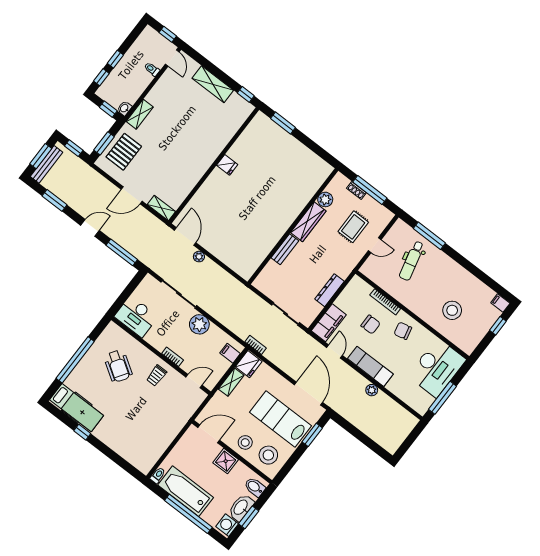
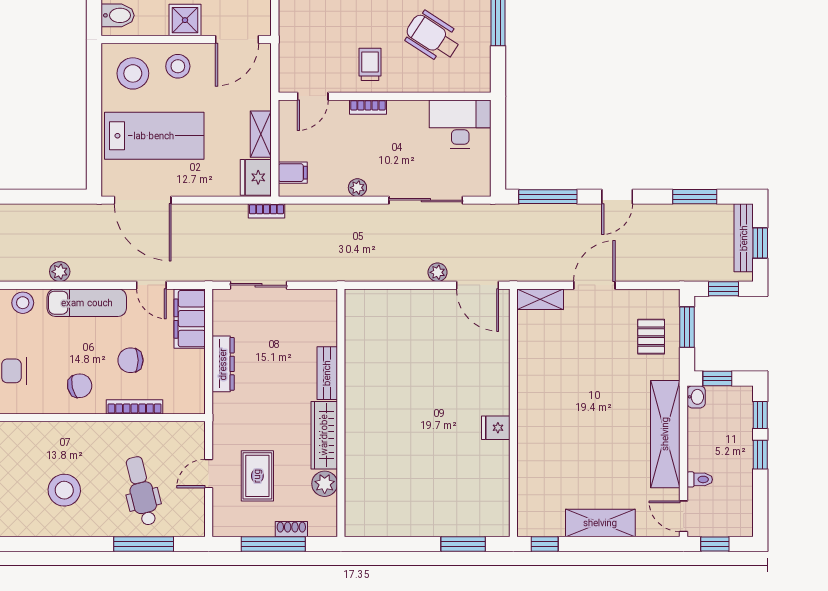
shelving: (140, 114) -> (665, 434), width x2.20, depth x1.33
pallet: (124, 152) -> (651, 337), width x0.67, depth x0.71
window: (41, 156) -> (760, 243), width x0.67
stool: (452, 310) -> (64, 490), moved
plant: (199, 324) -> (357, 188), width x0.53, depth x0.53
stool: (400, 389) -> (23, 303), added
window: (312, 435) -> (94, 147), removed

